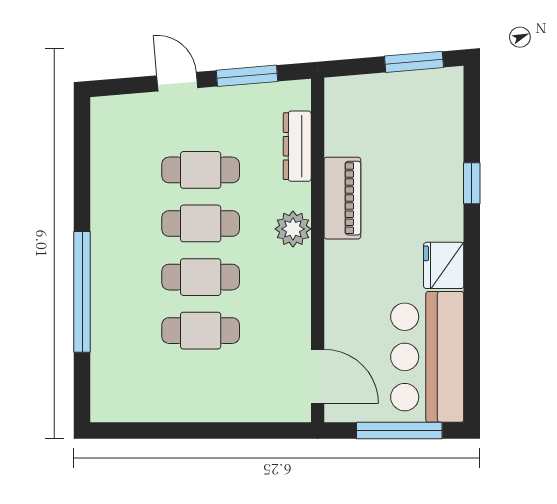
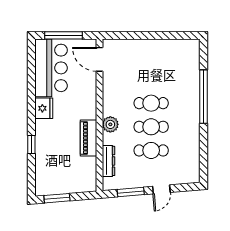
door: (177, 82) -> (161, 189), hinge flipped
cafe table: (201, 331) -> (151, 80), removed

